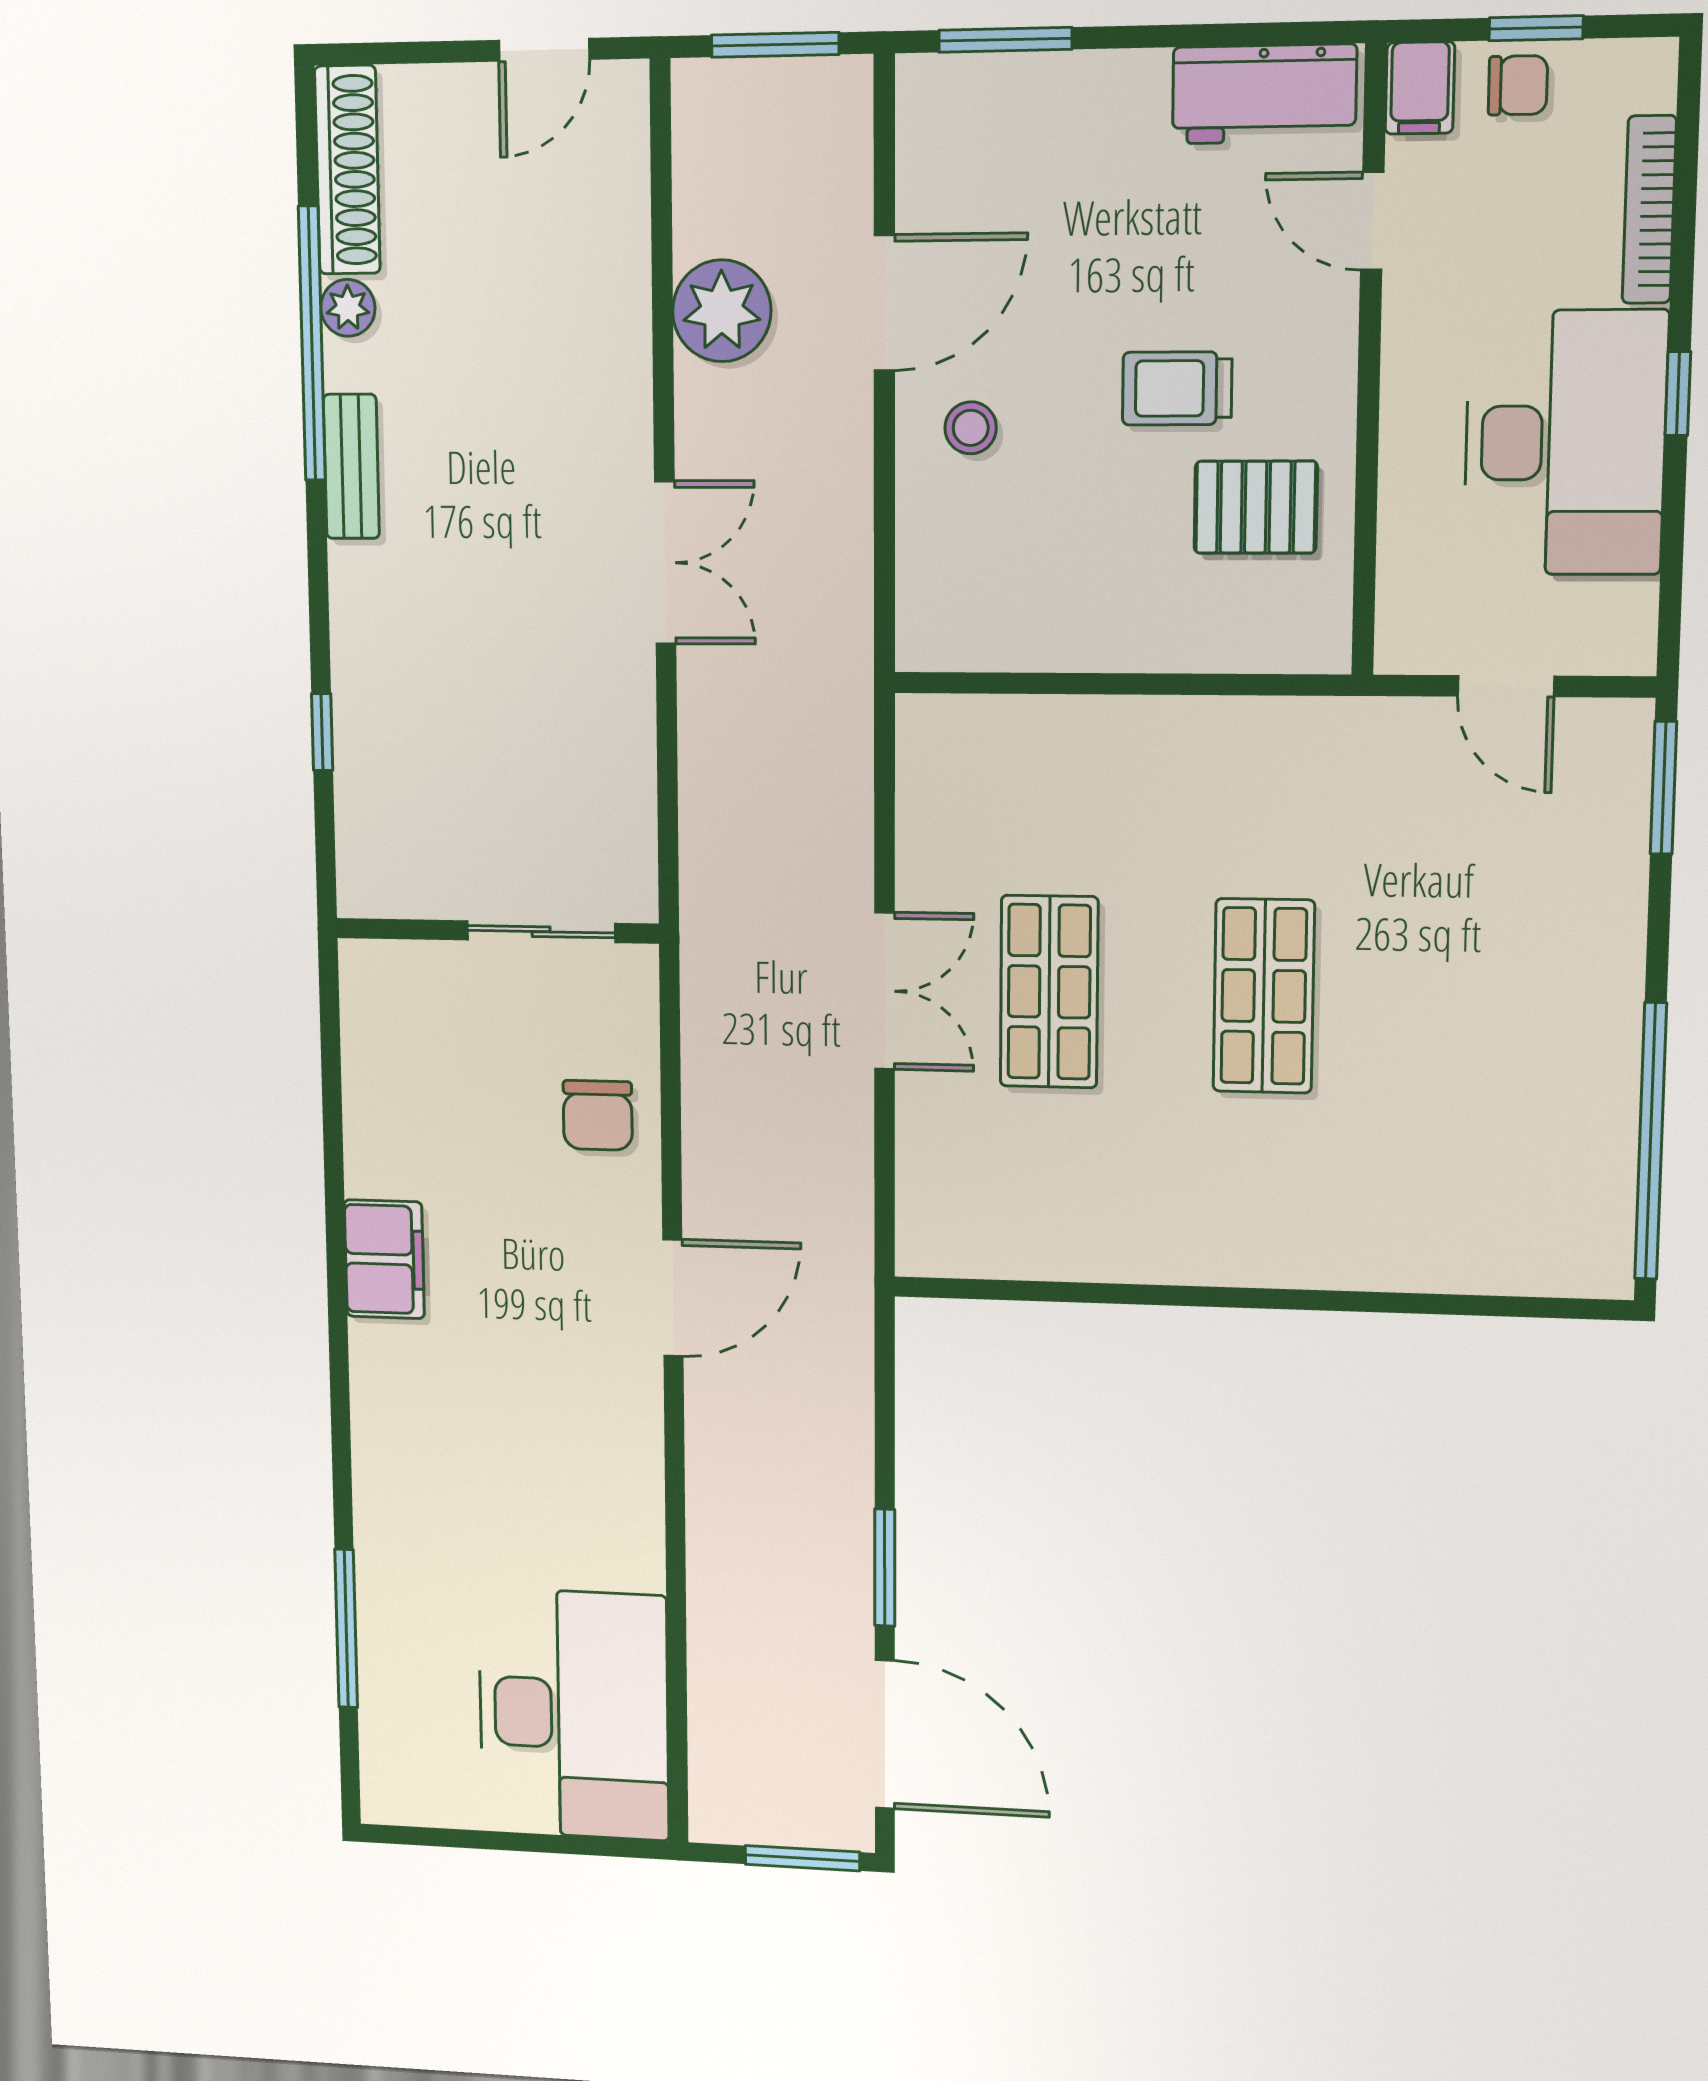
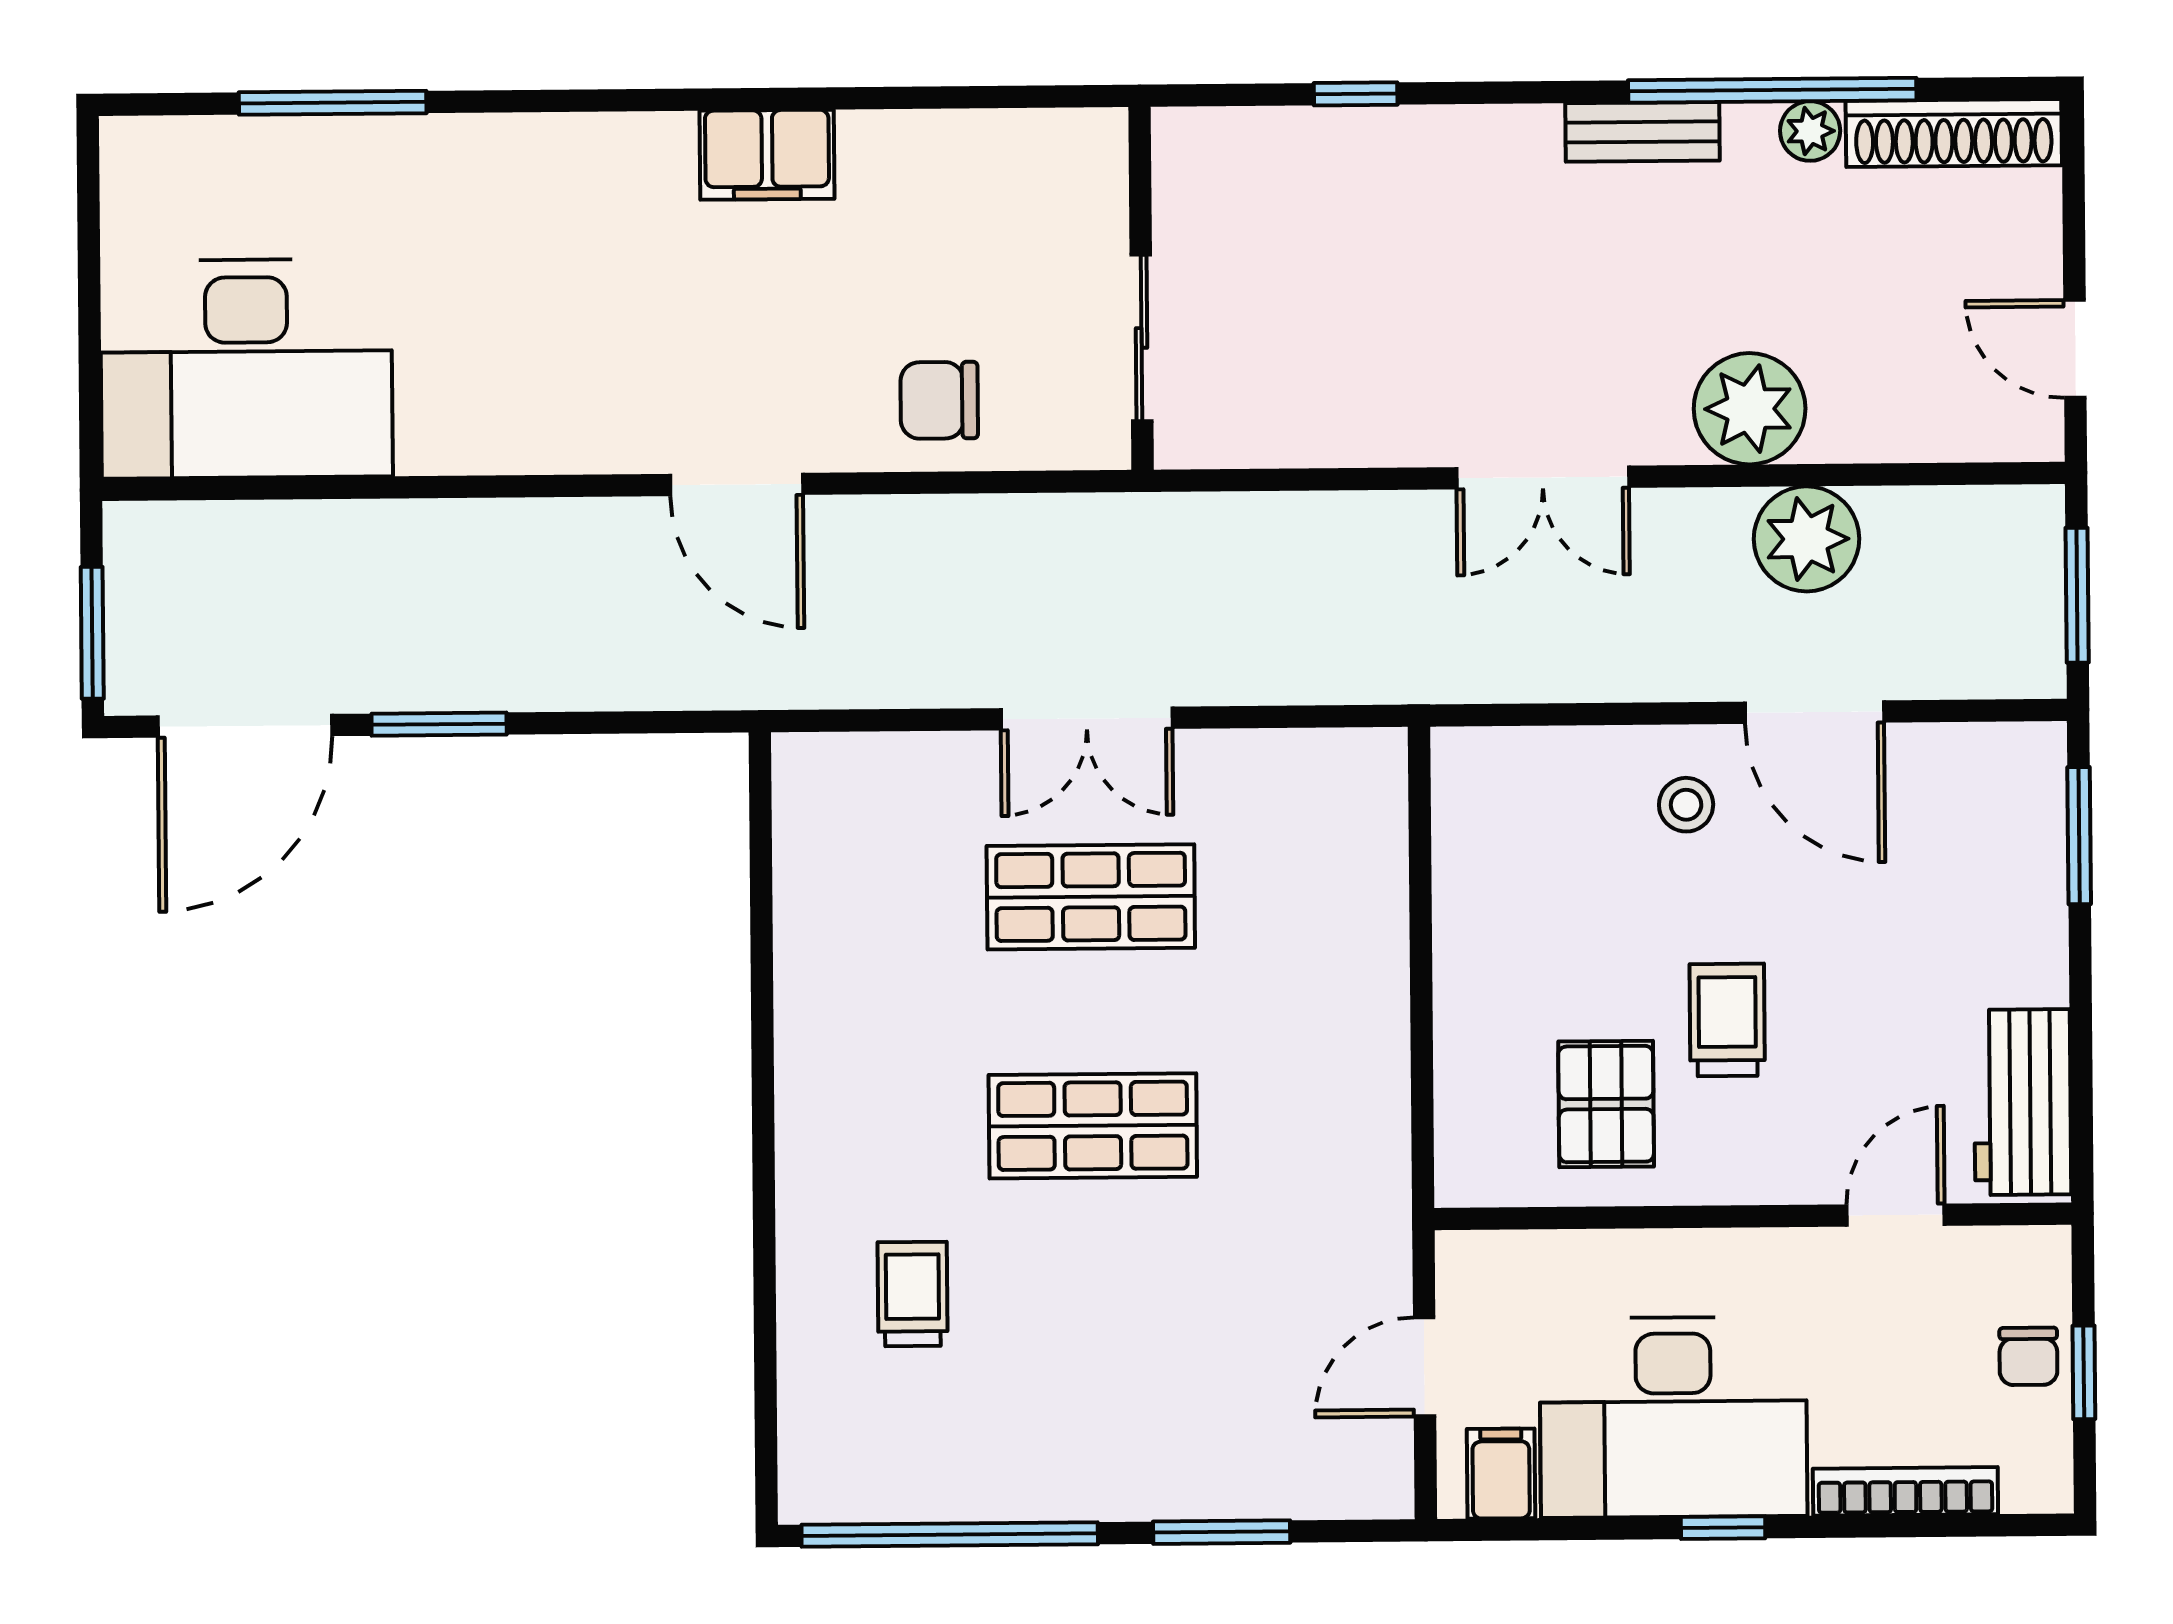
filing cabinet: (1420, 88) -> (1501, 1474), moved, turned 90
plant: (601, 366) -> (1750, 409), added
window: (1663, 788) -> (1222, 1532), moved
trolley: (1418, 1168) -> (912, 1294), added

